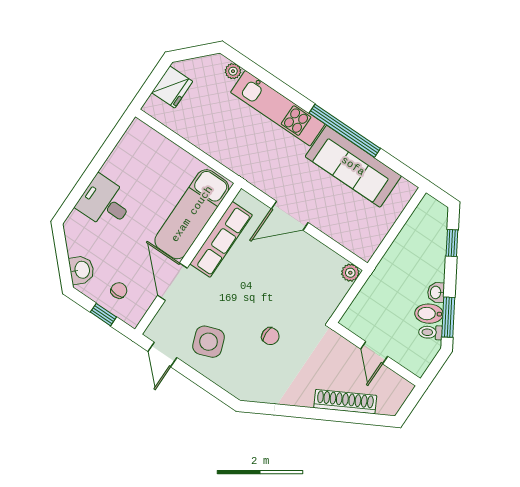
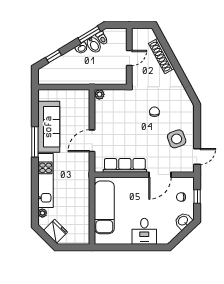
fridge: (172, 87) -> (56, 231), moved, turned 45
window: (345, 131) -> (35, 142), width x0.68
exam couch: (192, 214) -> (104, 207), moved, turned -90
door: (290, 216) -> (92, 141), swing flipped

